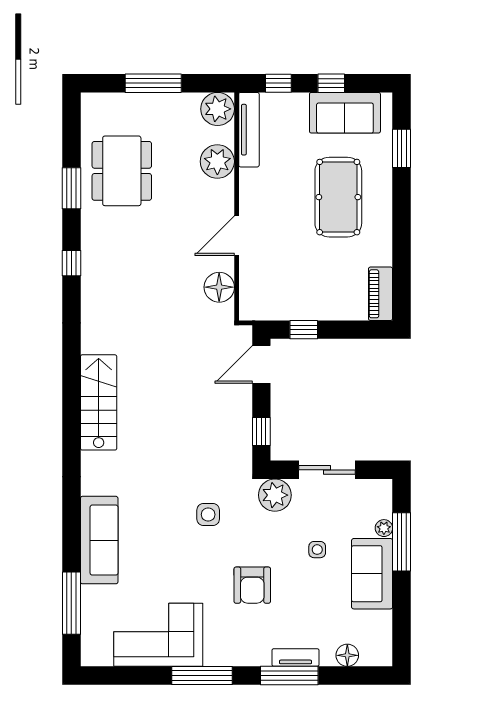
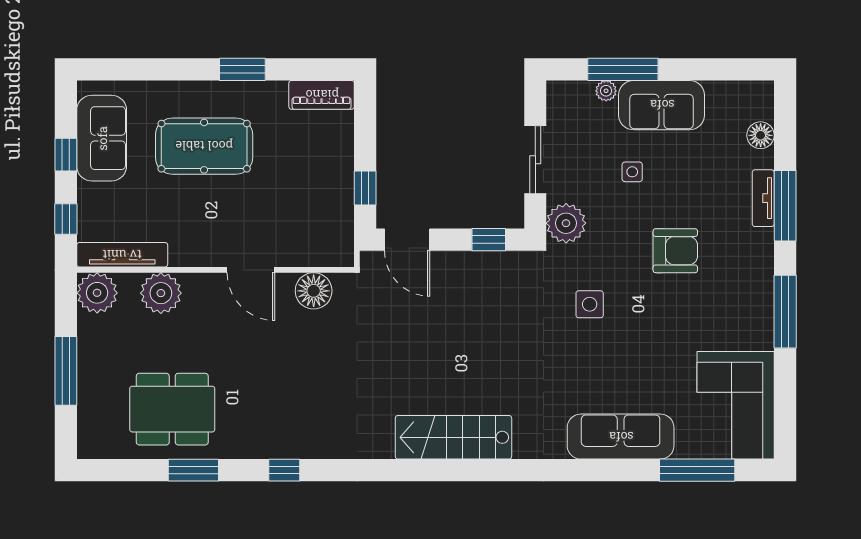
window: (402, 148) -> (242, 69), moved
corner sofa: (158, 635) -> (736, 405), moved

